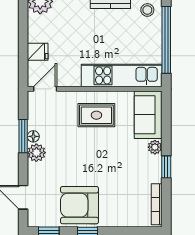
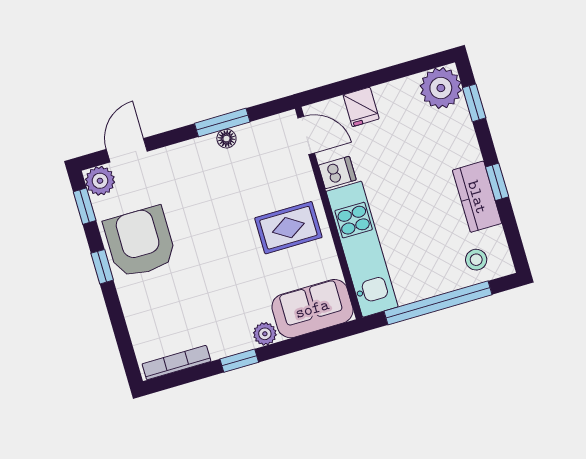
dishwasher: (72, 77) -> (337, 173), added
rug: (96, 115) -> (288, 228), turned 90
plant: (36, 153) -> (100, 181), moved

